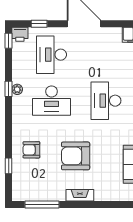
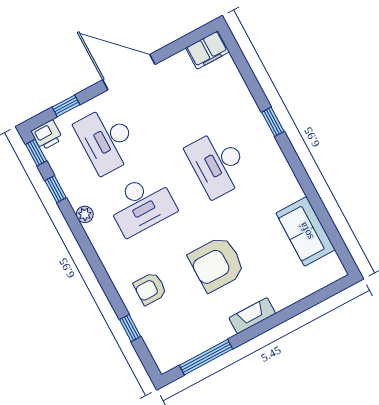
window: (9, 89) -> (56, 189), moved

